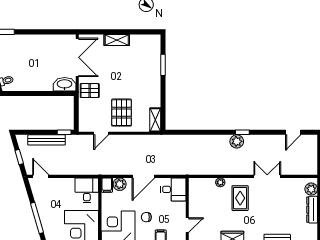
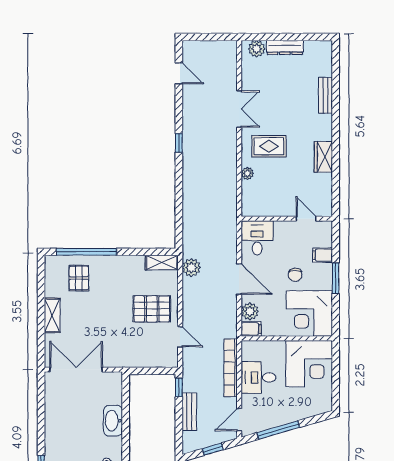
window: (163, 65) -> (86, 252), width x2.11
washbasin: (65, 84) -> (113, 421), moved
pallet: (90, 91) -> (79, 278), moved
bench: (47, 140) -> (189, 412), width x0.73
plant: (237, 141) -> (191, 268), moved
bookcase: (78, 170) -> (231, 368), added
double door: (267, 176) -> (239, 109), swing flipped
desk: (87, 190) -> (258, 377), moved
window: (37, 218) -> (278, 430), moved

